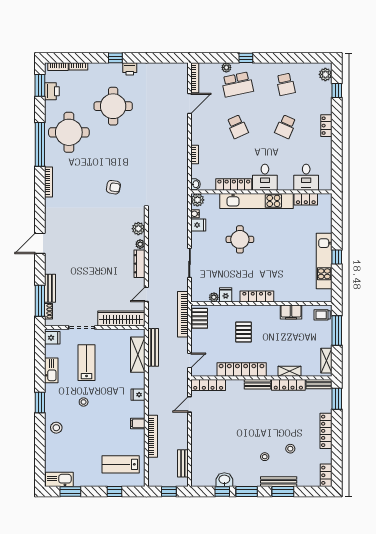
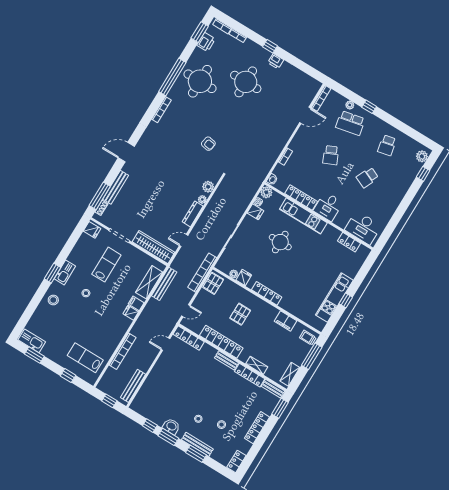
locker: (326, 126) -> (399, 196), removed
desk: (306, 177) -> (363, 228), width x1.37
kitchen unit: (256, 201) -> (303, 216), width x0.73
bench: (50, 288) -> (116, 187), width x1.36
kitchen sink: (51, 370) -> (65, 272), moved
filing cabinet: (138, 423) -> (136, 303), moved
bench: (183, 463) -> (133, 386), width x1.36
washbasin: (224, 480) -> (171, 426), moved

